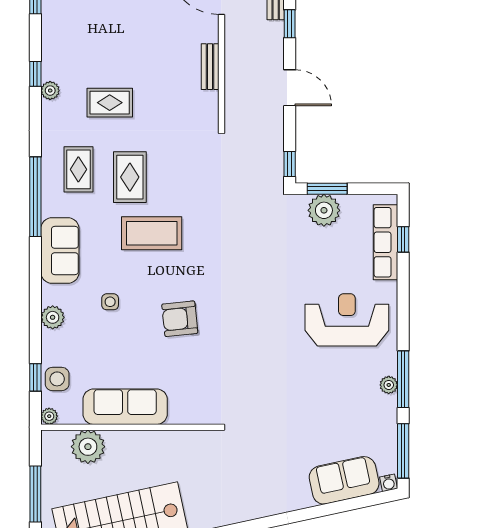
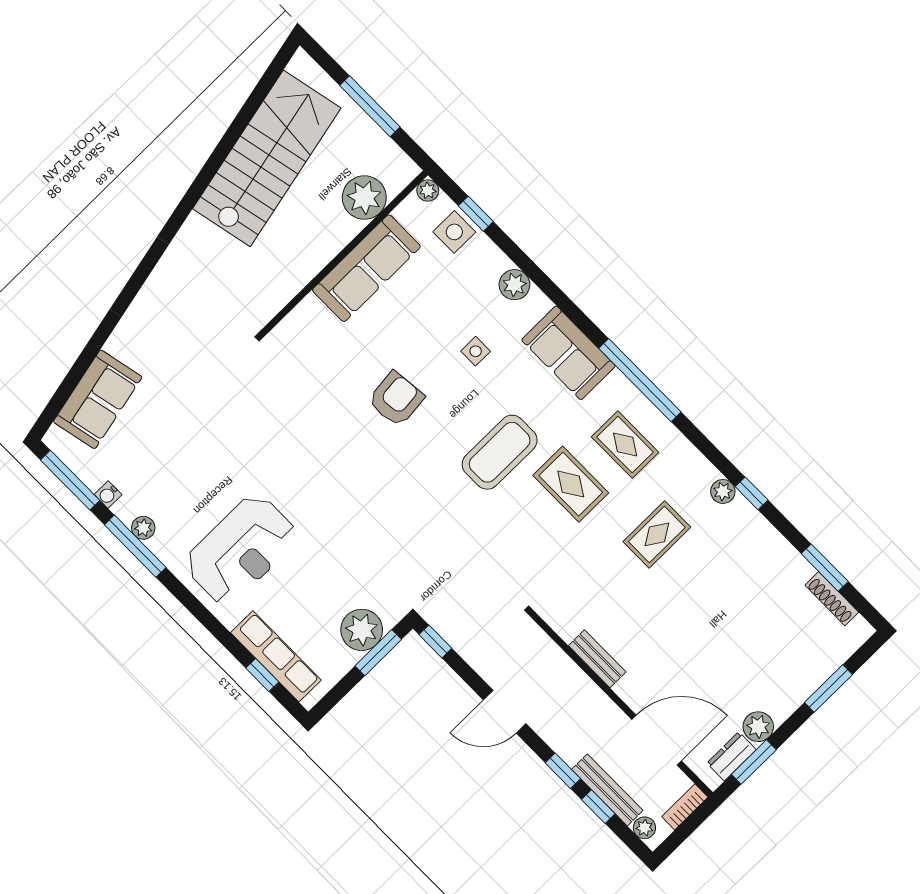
water cooler: (389, 483) -> (108, 495), moved, turned -78

